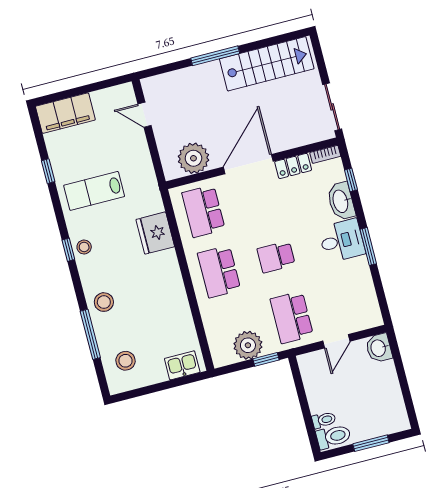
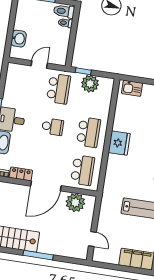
fridge: (155, 233) -> (119, 143), moved
washbasin: (379, 348) -> (19, 39), moved

